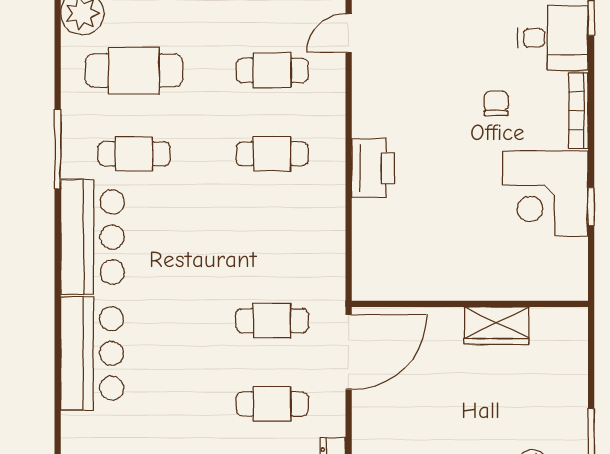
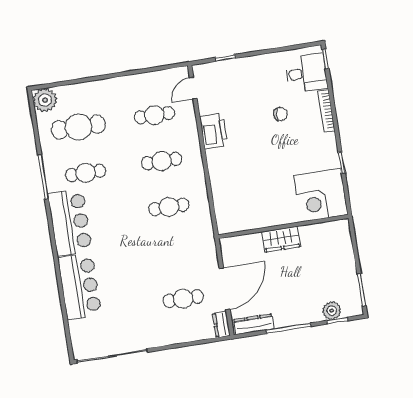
chair: (496, 104) -> (280, 114), turned 90
printer: (373, 168) -> (214, 131), moved
corner desk: (545, 194) -> (321, 195), moved
cafe table: (272, 321) -> (169, 207), moved
wardrobe: (497, 326) -> (281, 239), moved
door: (349, 352) -> (225, 289), moved

